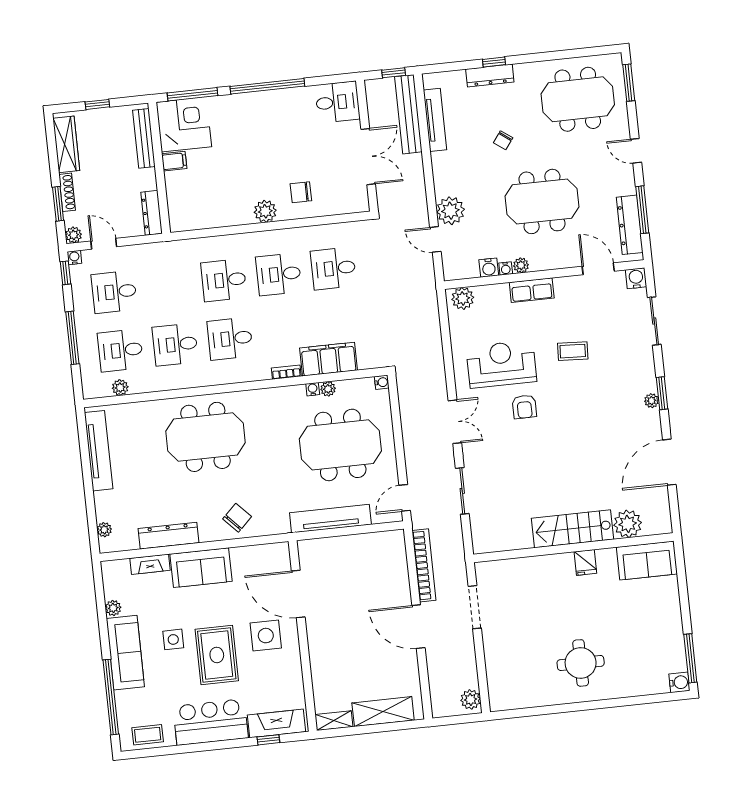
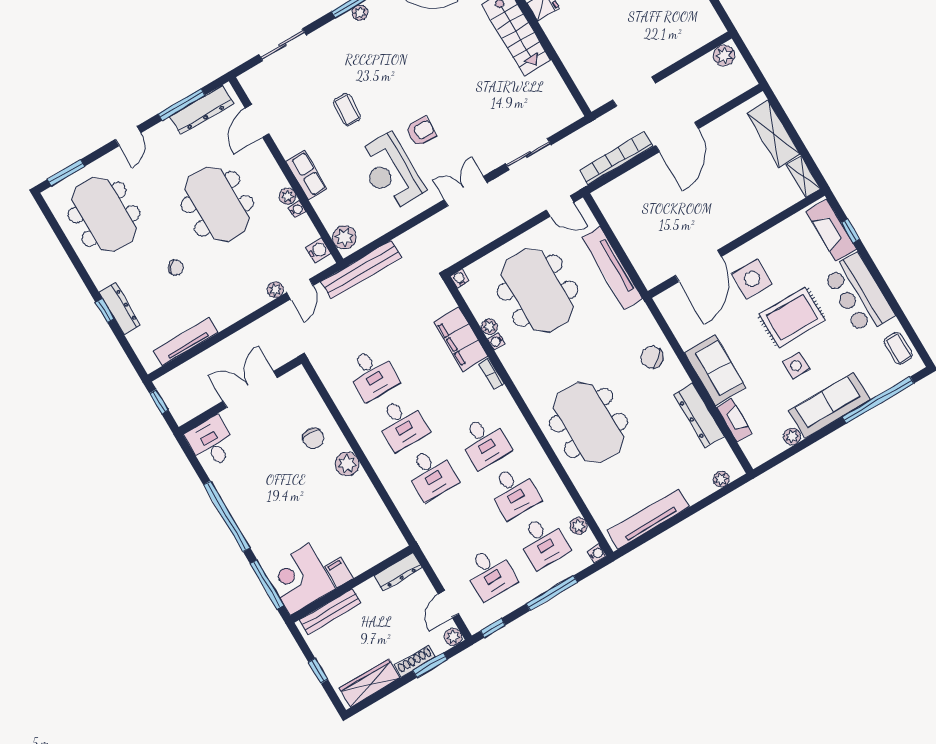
bench: (408, 114) -> (361, 269), moved
plant: (450, 211) -> (275, 290), width x0.53, depth x0.53
water cooler: (74, 257) -> (597, 554), moved, turned 180
water cooler: (489, 268) -> (318, 250), moved
water cooler: (636, 278) -> (250, 81), removed

